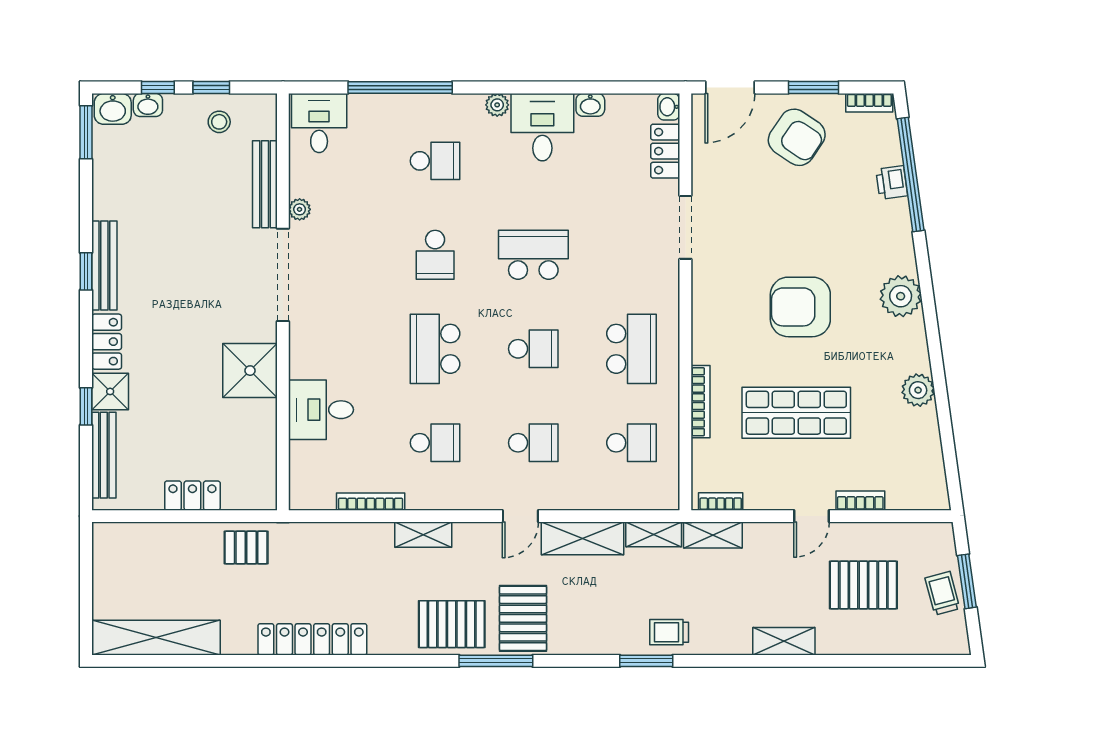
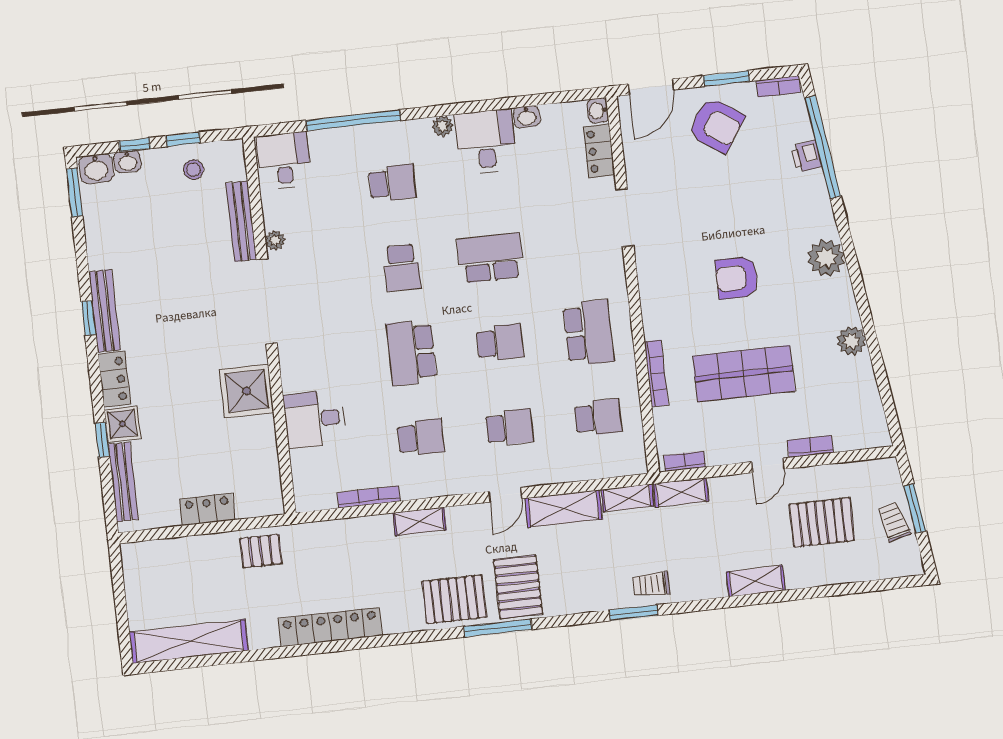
armchair: (800, 307) -> (737, 278), width x0.73, depth x0.73

